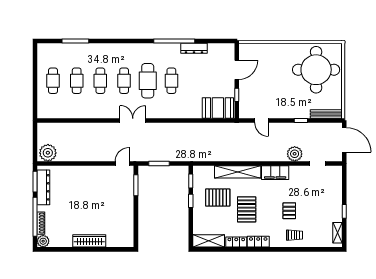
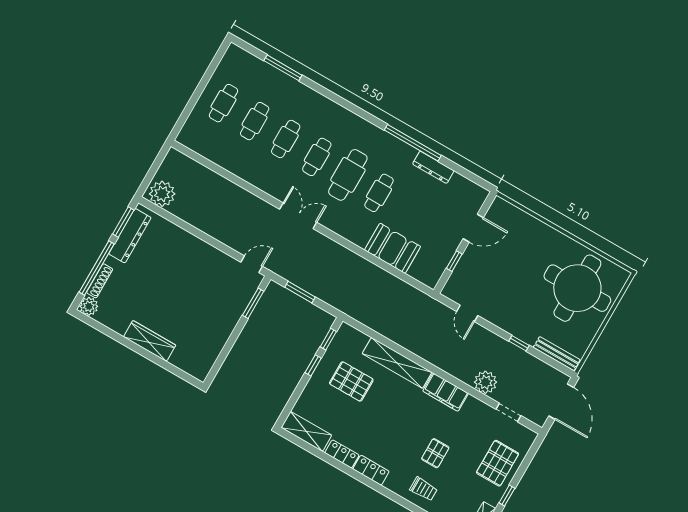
booth: (218, 108) -> (393, 248), moved
pallet: (247, 209) -> (498, 463), moved

